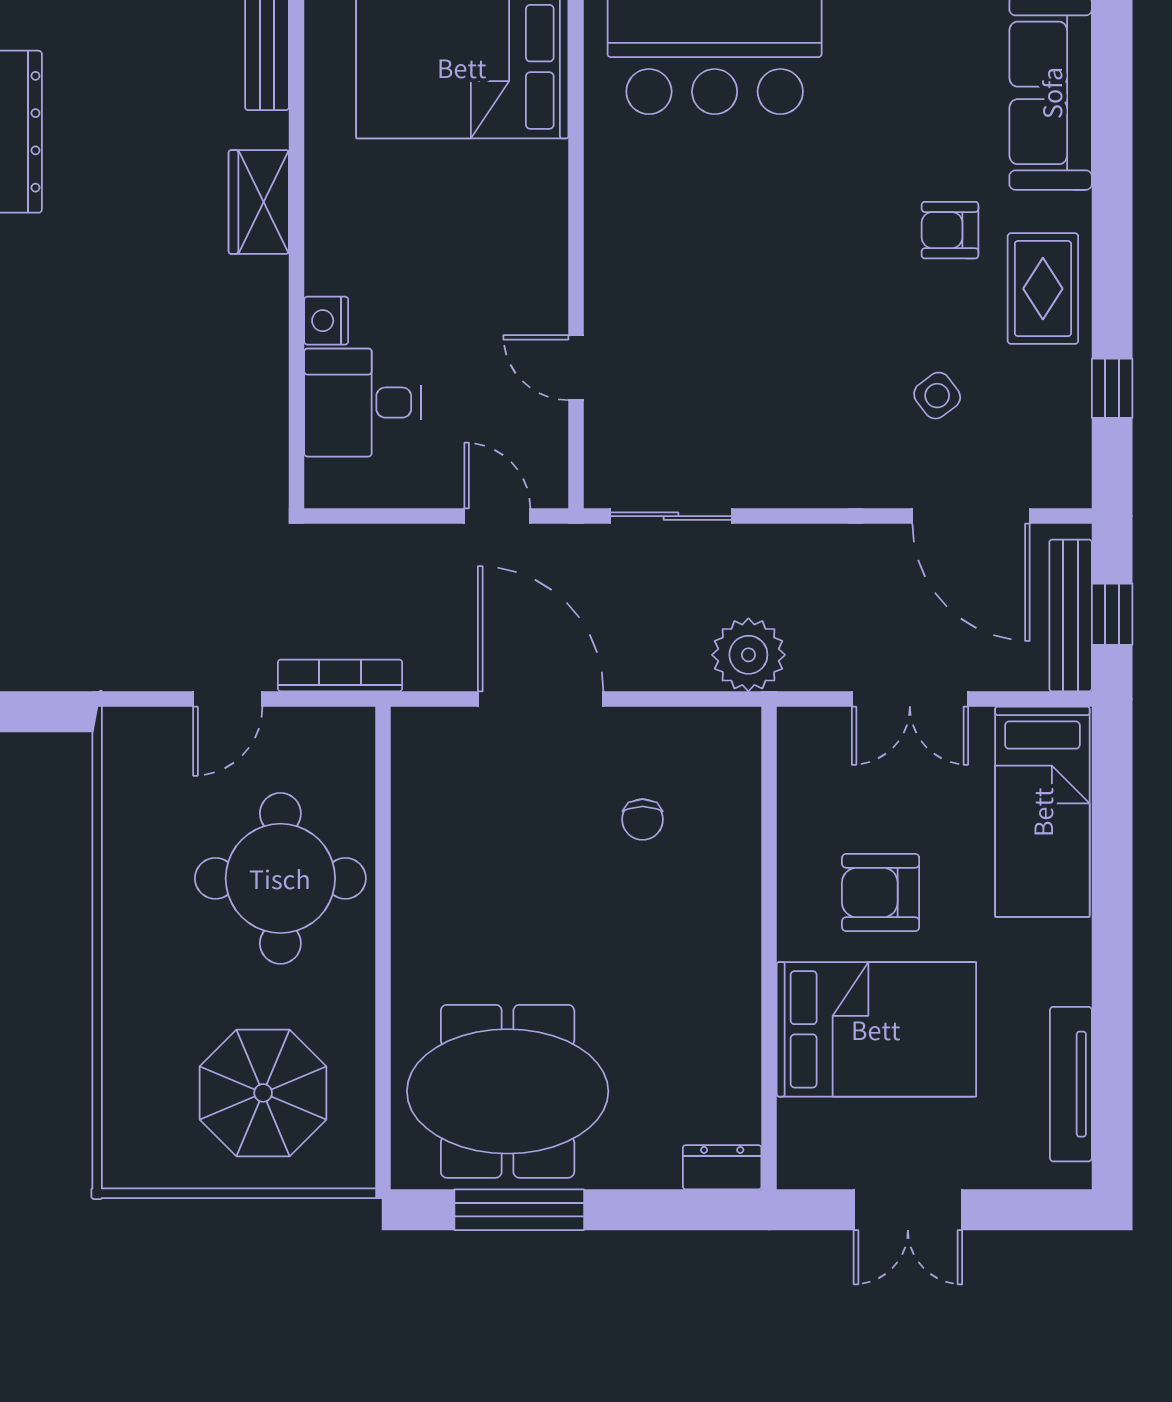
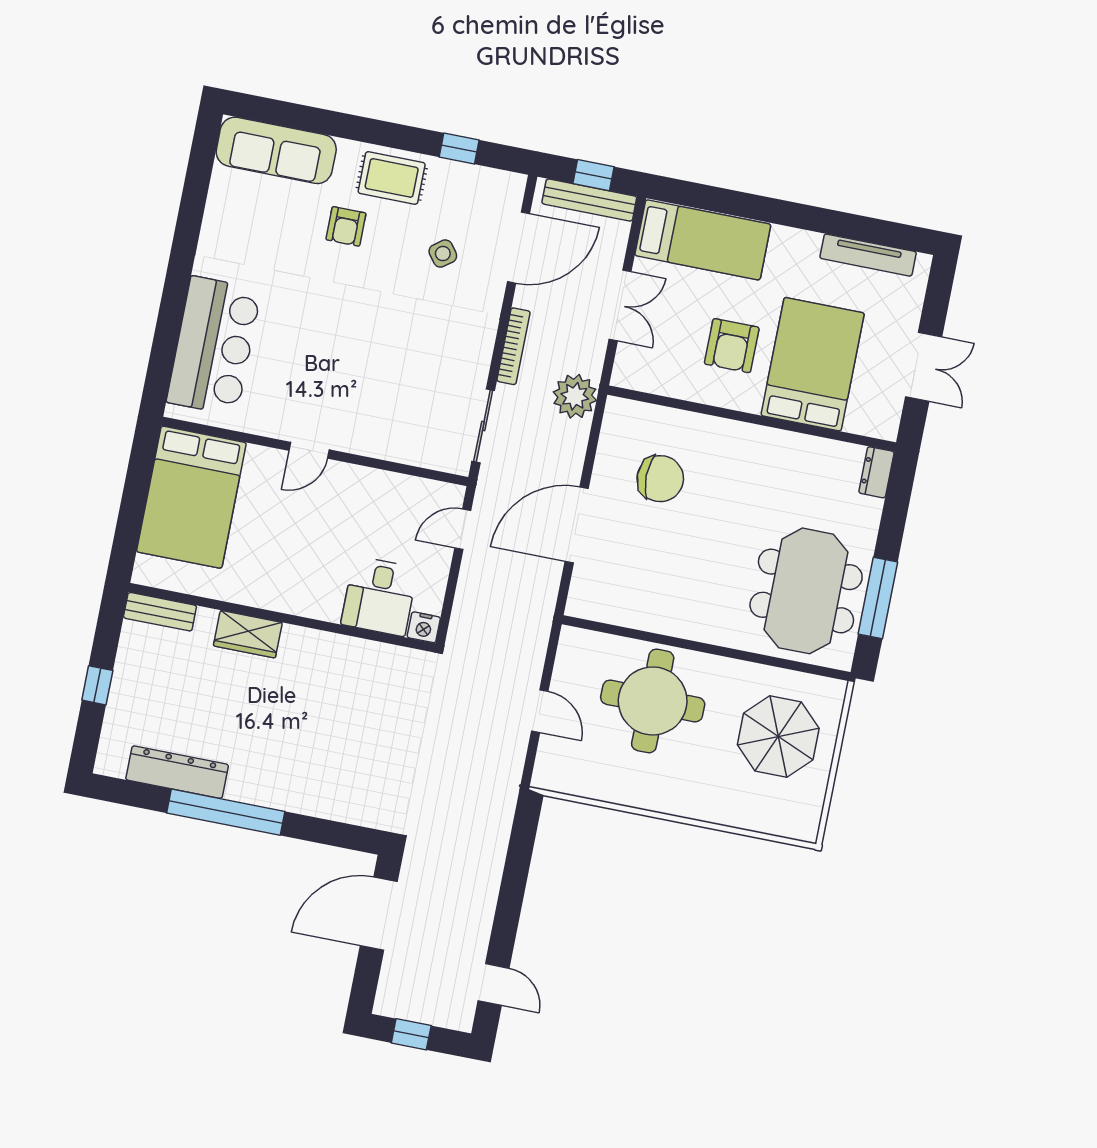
nightstand: (326, 321) -> (424, 627), moved
door: (576, 368) -> (309, 450), moved
bookcase: (340, 675) -> (514, 346), moved, turned 180
chair: (643, 819) -> (660, 479), width x1.87, depth x1.87

